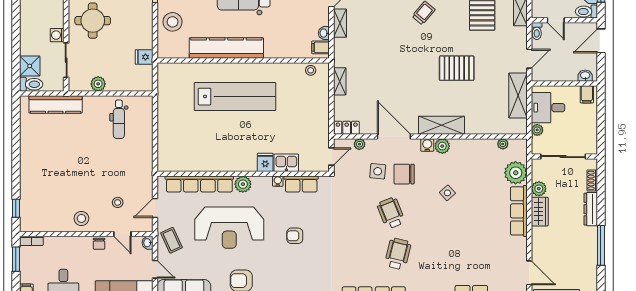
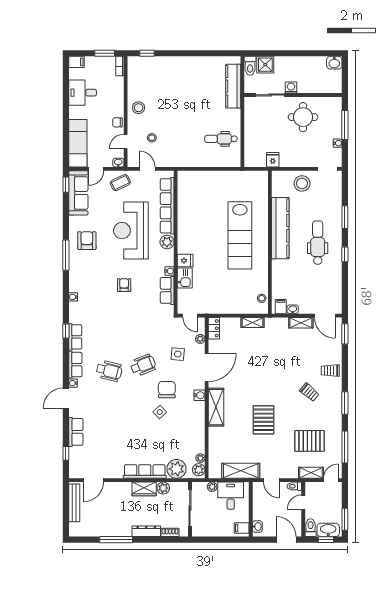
plant: (98, 84) -> (250, 122), removed
plant: (442, 146) -> (199, 470), moved
chair: (404, 174) -> (167, 390), moved

